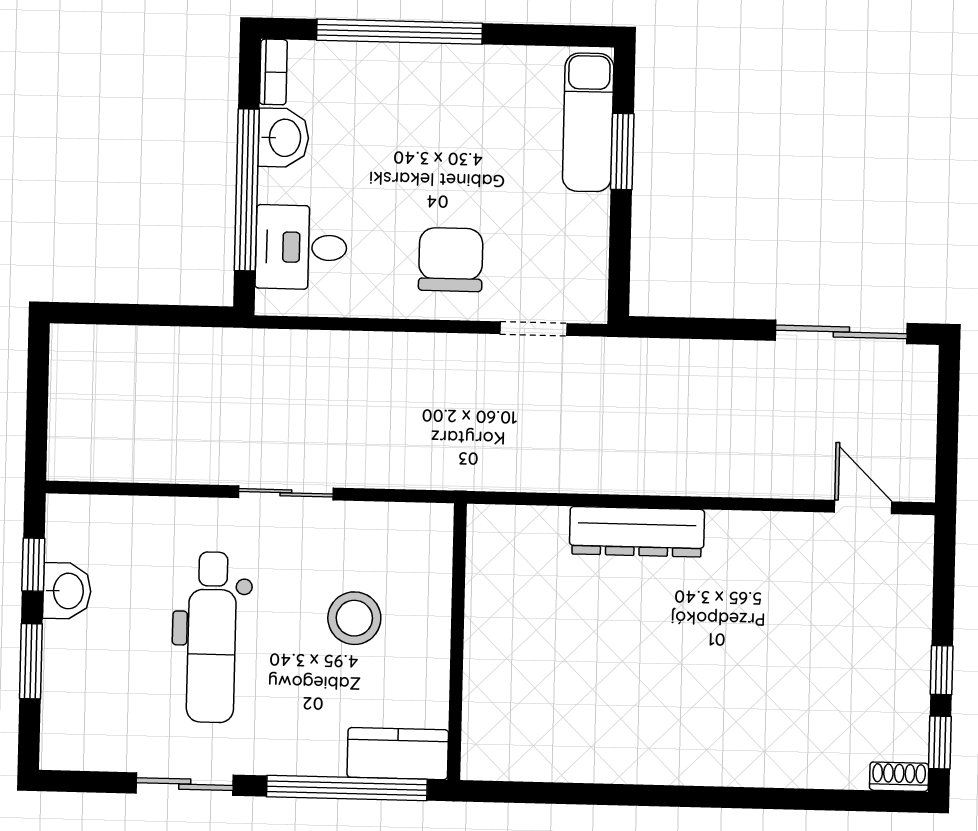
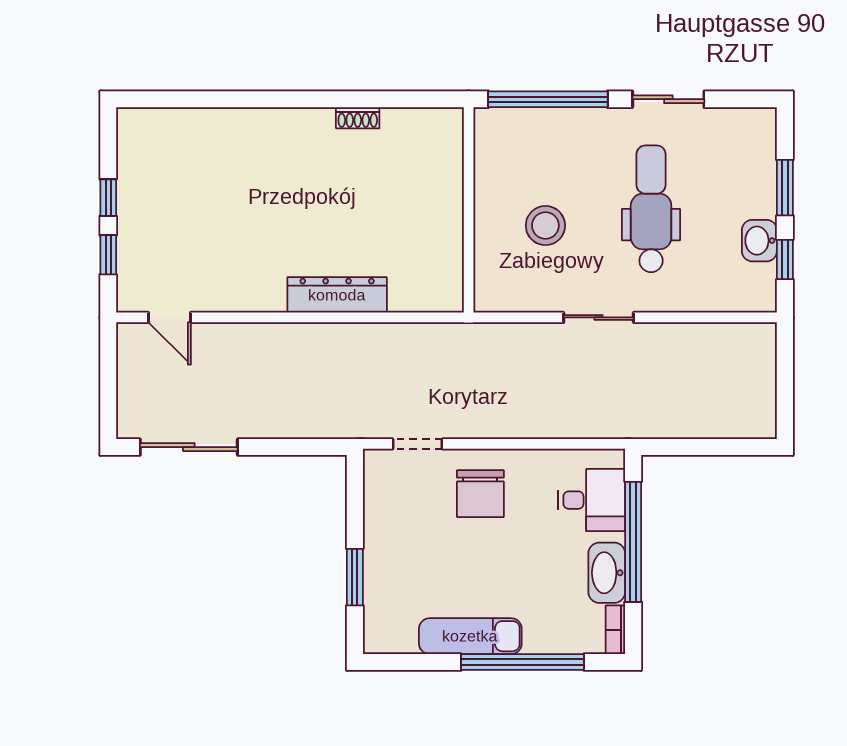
exam couch: (588, 122) -> (470, 636), moved, turned -90
washbasin: (284, 138) -> (607, 573), width x1.38
window: (940, 743) -> (108, 255), moved
kitchen counter: (398, 754) -> (511, 126), removed
shoe rack: (899, 777) -> (358, 118), moved

